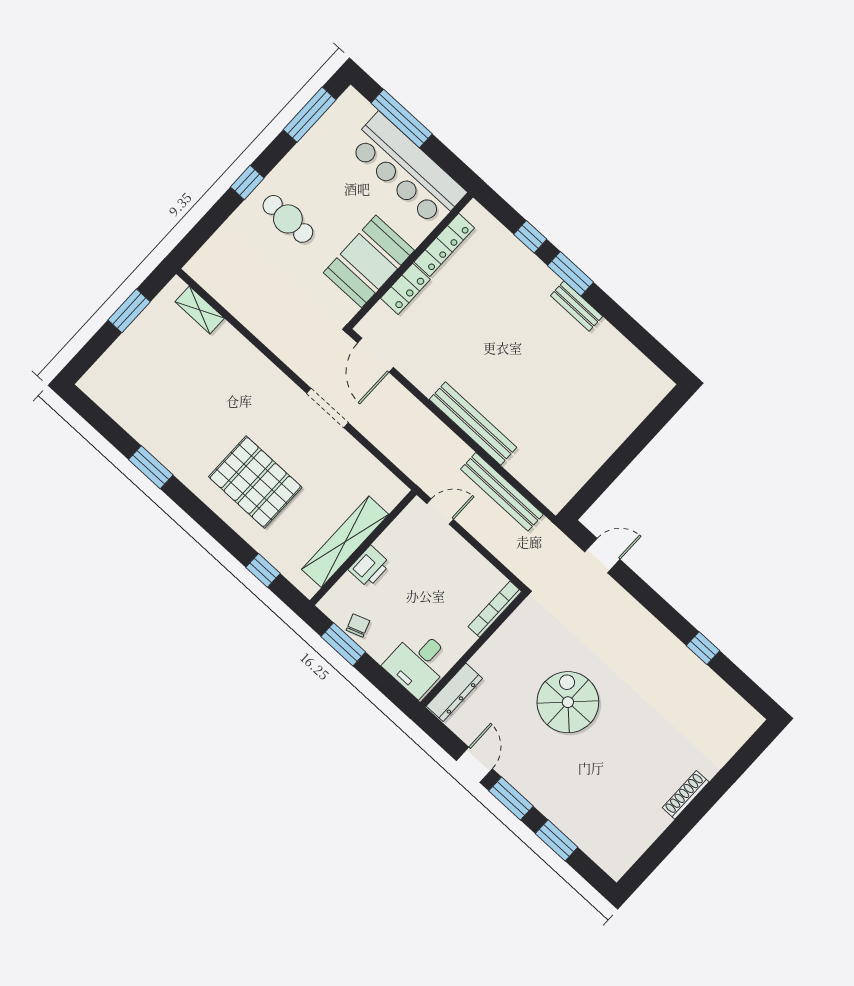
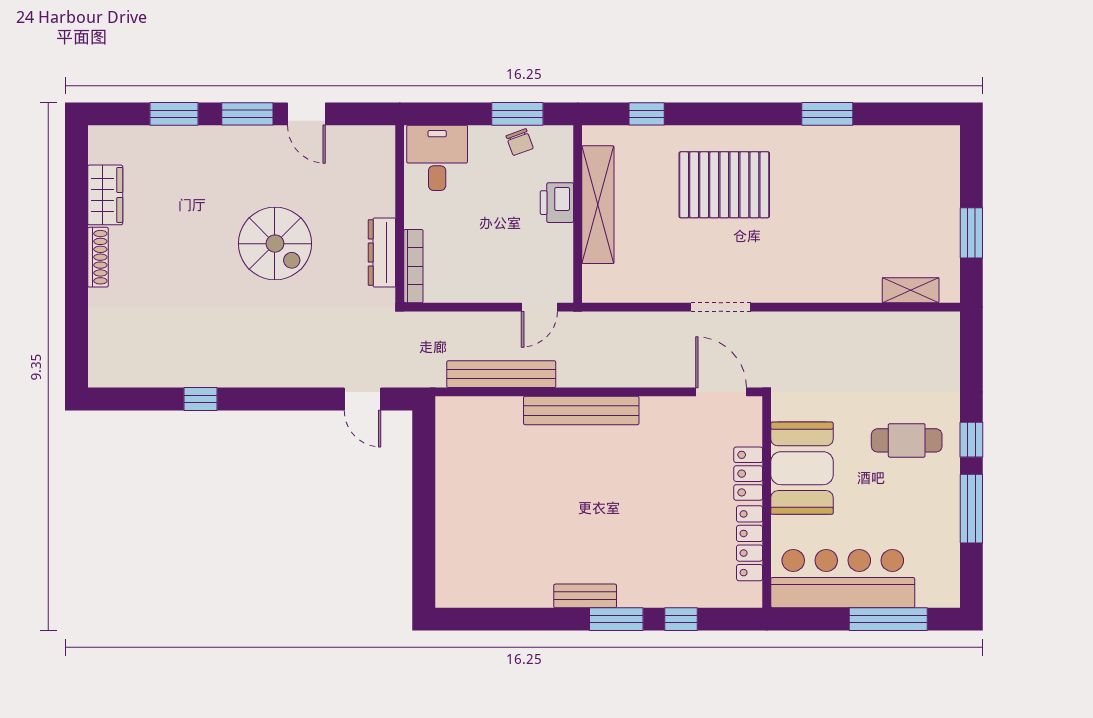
window: (310, 115) -> (971, 509), moved
door: (602, 556) -> (363, 399), hinge flipped
dresser: (454, 692) -> (382, 253), moved
wardrobe: (646, 829) -> (105, 195), added

